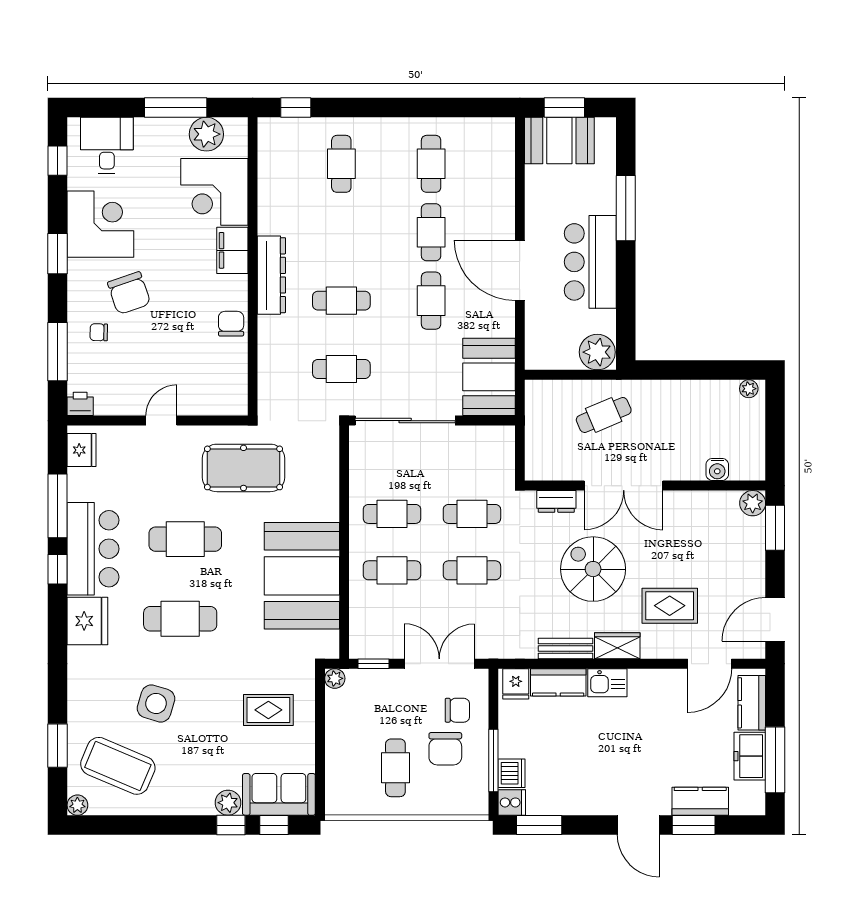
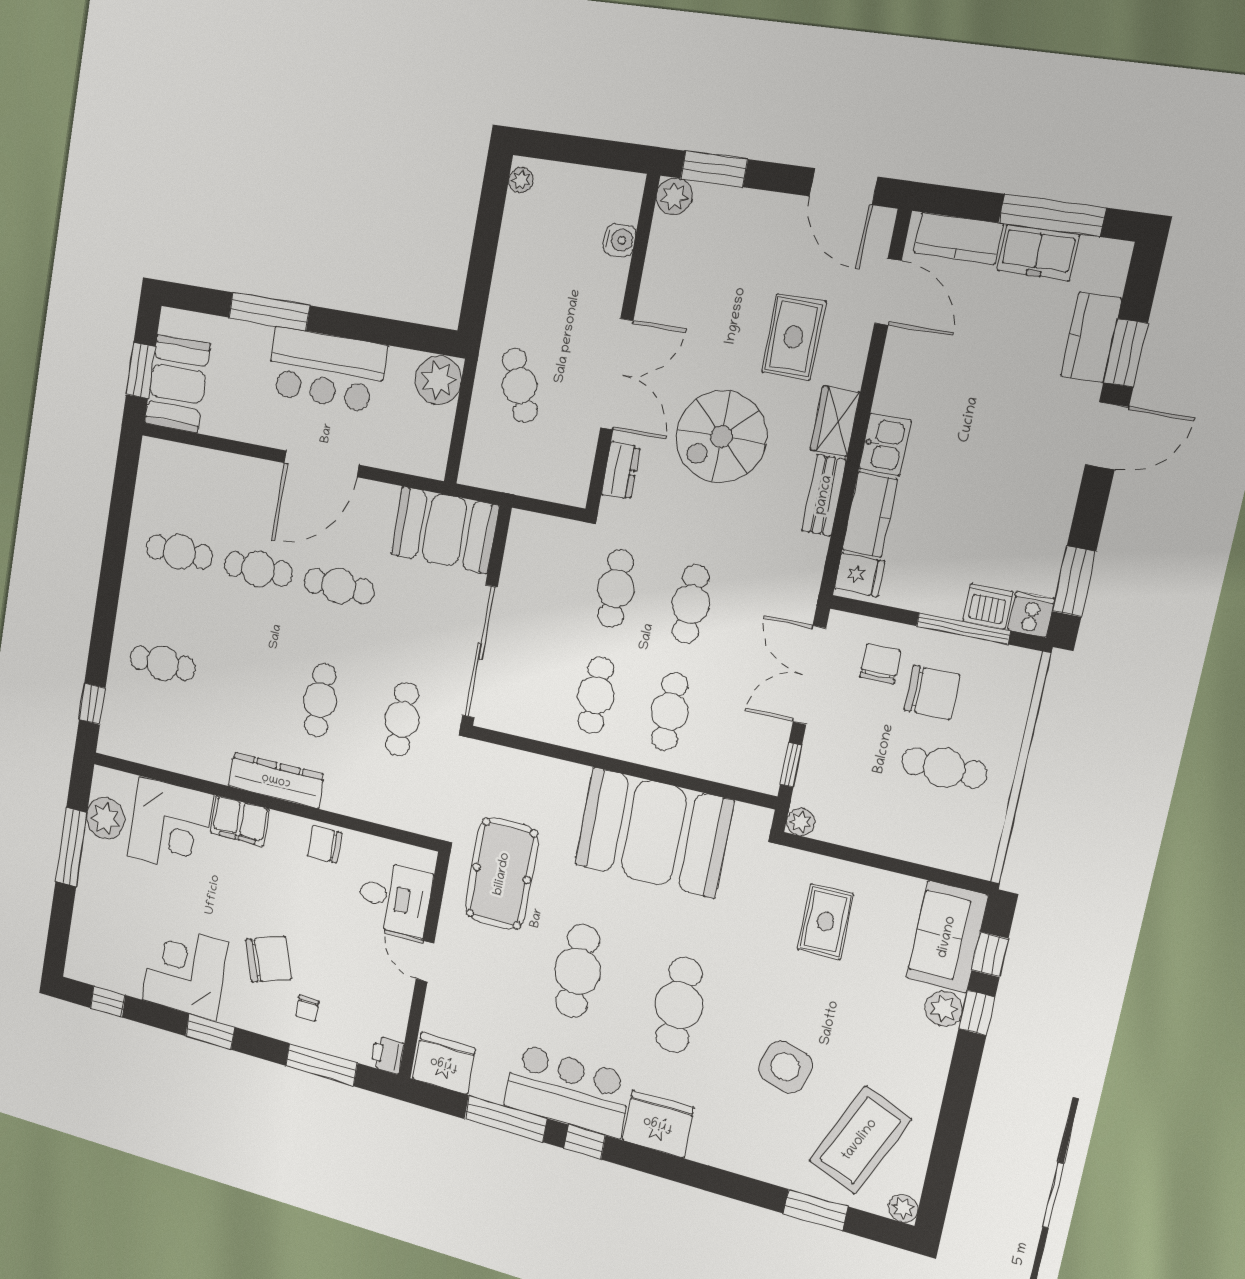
desk: (107, 145) -> (394, 898), moved, turned 180
fridge: (81, 450) -> (444, 1064), width x1.36, depth x1.34

